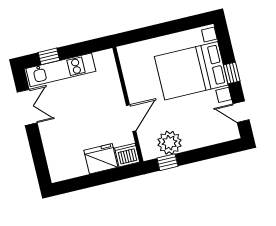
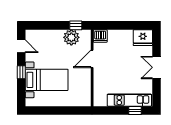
bed with nightstands: (191, 71) -> (47, 80), width x0.73
double door: (27, 107) -> (157, 67), moved
fridge: (101, 159) -> (143, 38), moved

